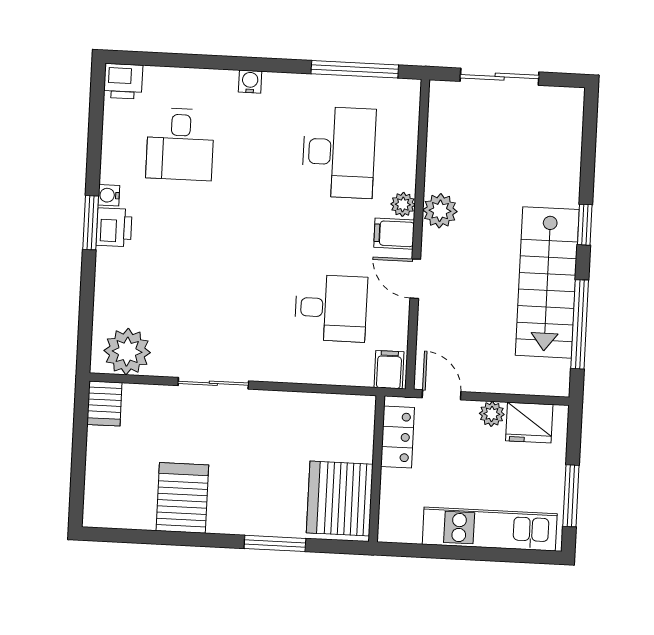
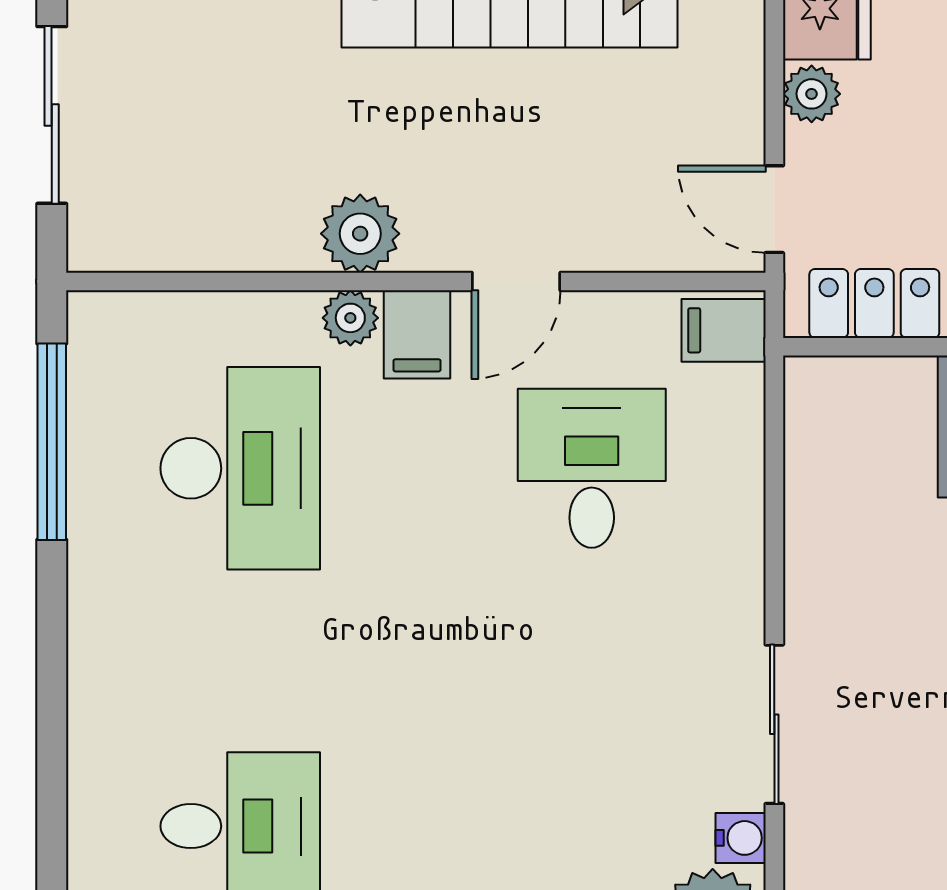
water cooler: (250, 82) -> (741, 838), moved, turned 180
desk: (339, 152) -> (240, 468), turned 90
door: (442, 395) -> (774, 209), hinge flipped

